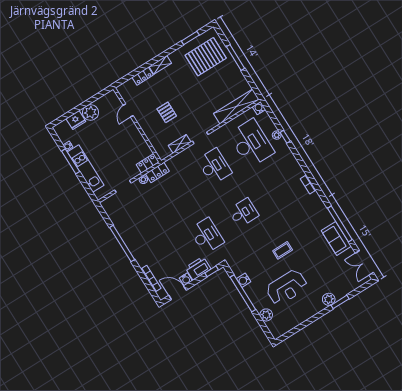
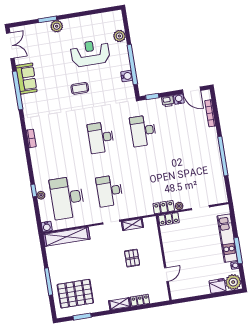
plant: (91, 112) -> (233, 282), moved
desk: (243, 213) -> (101, 138), width x1.37
printer: (198, 268) -> (168, 101), width x0.53, depth x0.68

